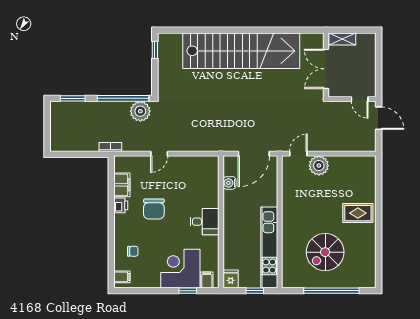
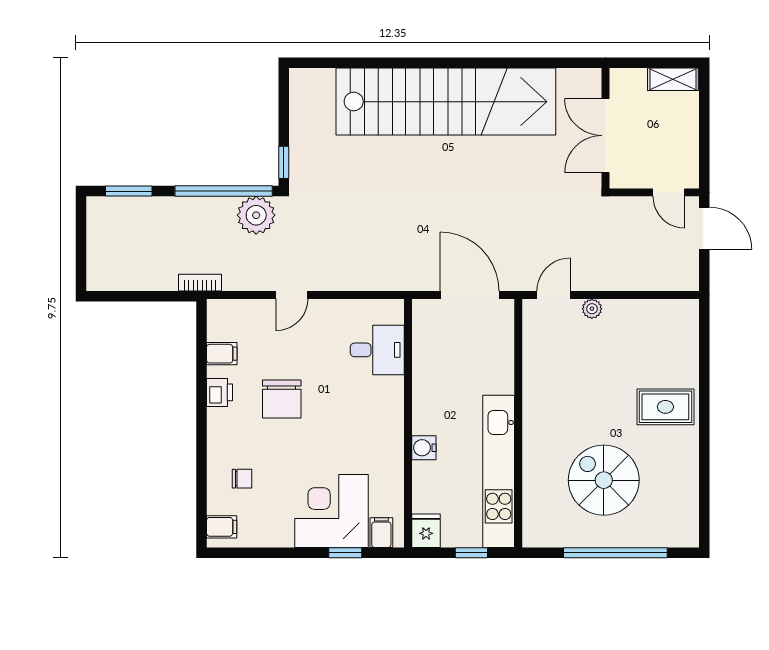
shelving: (342, 39) -> (673, 79), moved
window: (155, 50) -> (284, 162), moved
door: (254, 154) -> (470, 295), swing flipped
plant: (319, 166) -> (592, 309), width x0.53, depth x0.53
water cooler: (229, 183) -> (424, 448), moved
filing cabinet: (122, 185) -> (222, 354), width x0.50
desk: (205, 222) -> (377, 350), moved
spiral stairs: (325, 252) -> (604, 480), turned 90

